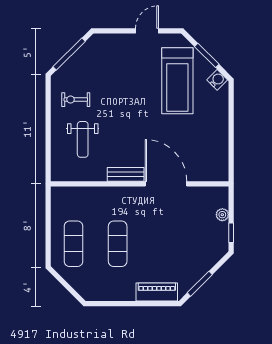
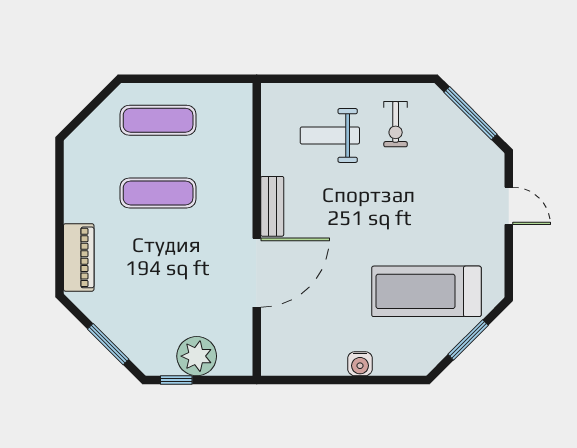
door: (147, 31) -> (509, 206), moved
water cooler: (217, 80) -> (360, 364), moved, turned 45
exercise bike: (76, 100) -> (396, 124), turned 180
plant: (222, 215) -> (197, 356), width x1.88, depth x1.88
window: (200, 284) -> (108, 344), moved

